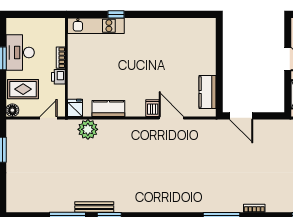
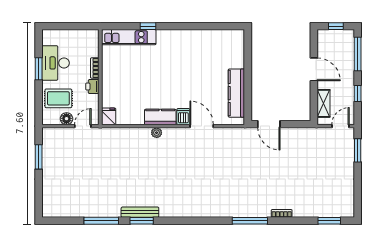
kitchen counter: (207, 92) -> (236, 93), width x1.50
kitchen counter: (108, 108) -> (160, 117), moved
floor lamp: (12, 110) -> (66, 119), moved
plant: (88, 129) -> (157, 133), moved, width x0.53, depth x0.53
bench: (94, 207) -> (140, 212), moved

